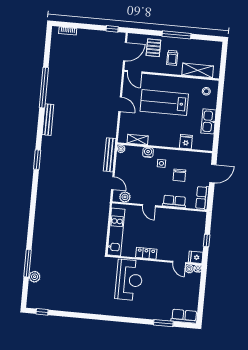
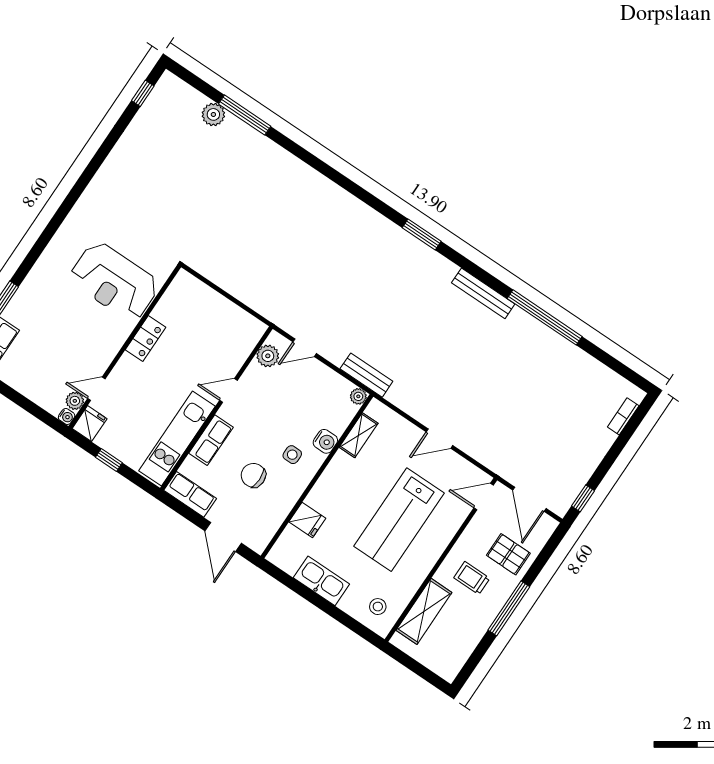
lab bench: (164, 103) -> (399, 520), turned 180
bench: (110, 155) -> (366, 375), width x0.73
kitchen unit: (116, 232) -> (177, 439), moved, turned 90

